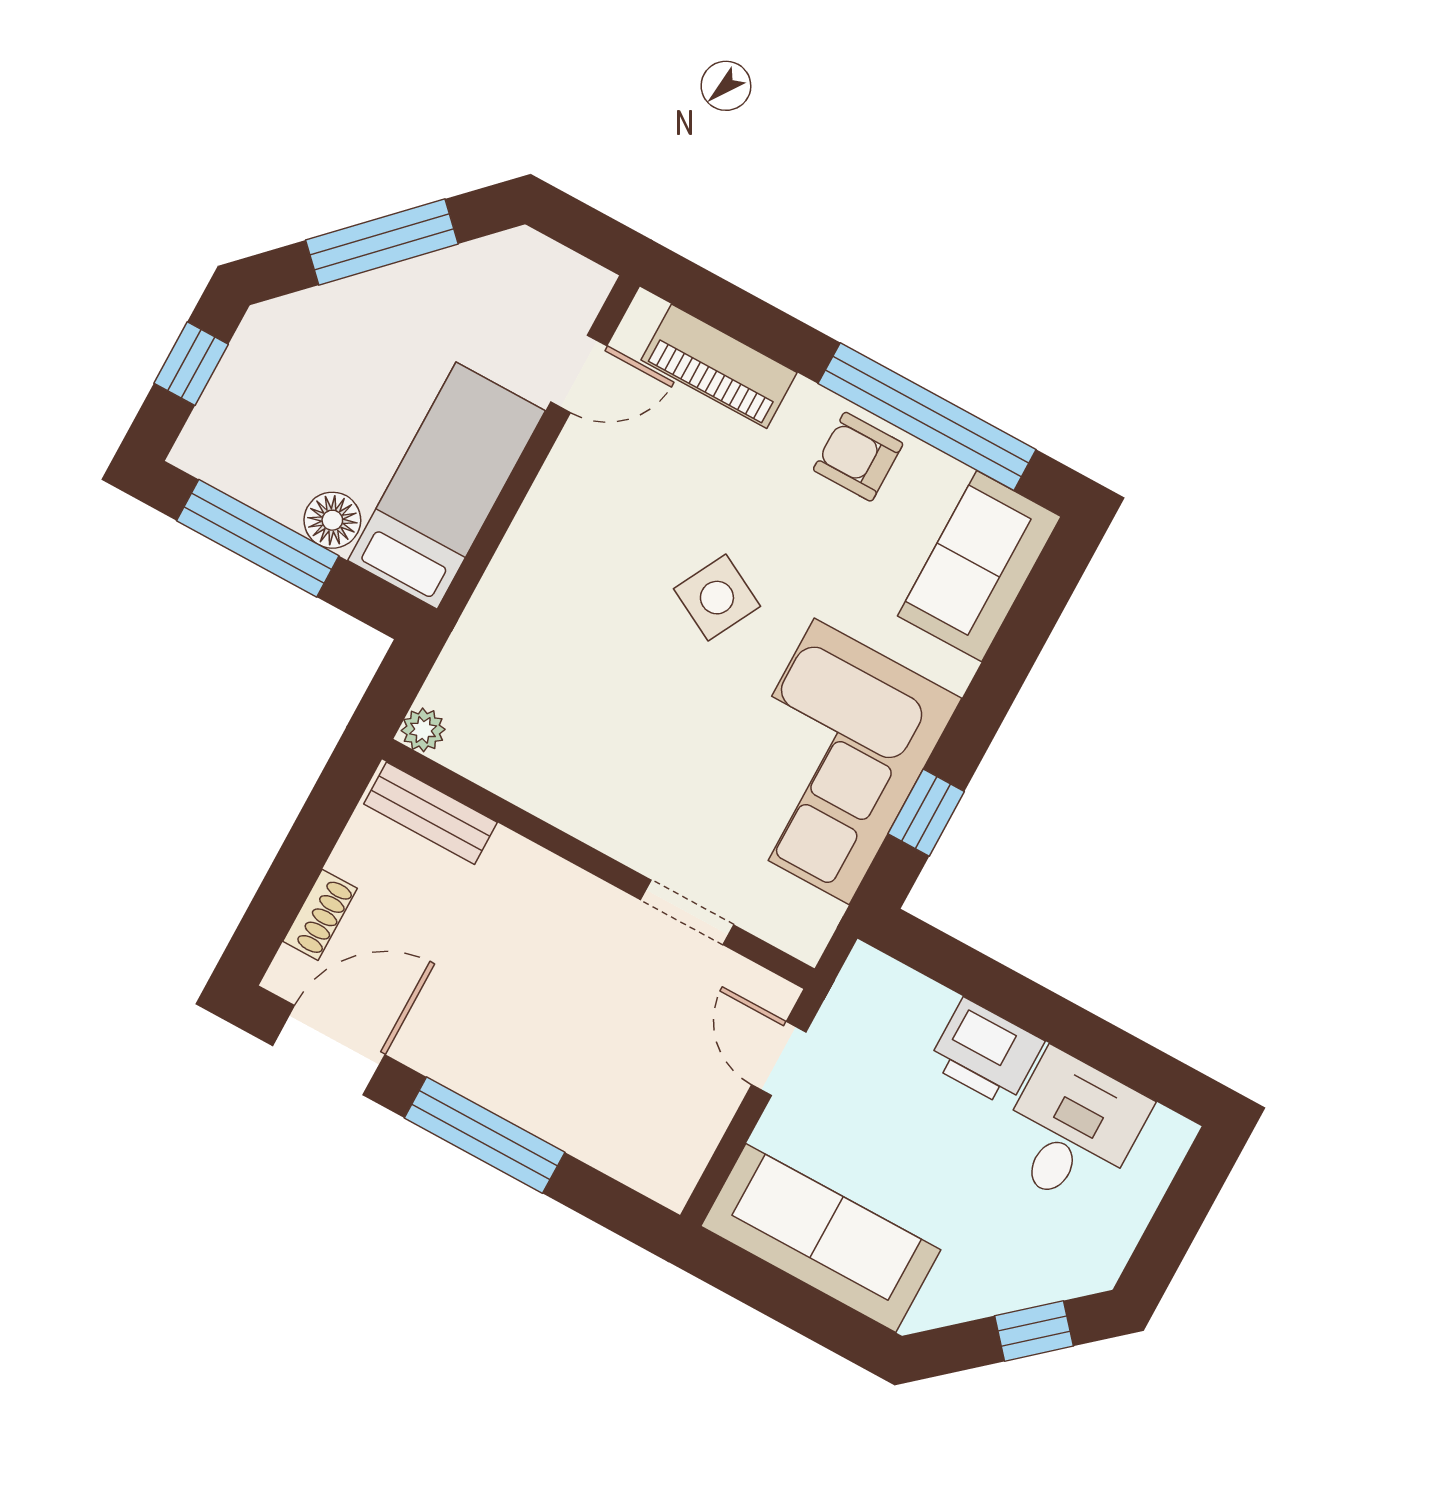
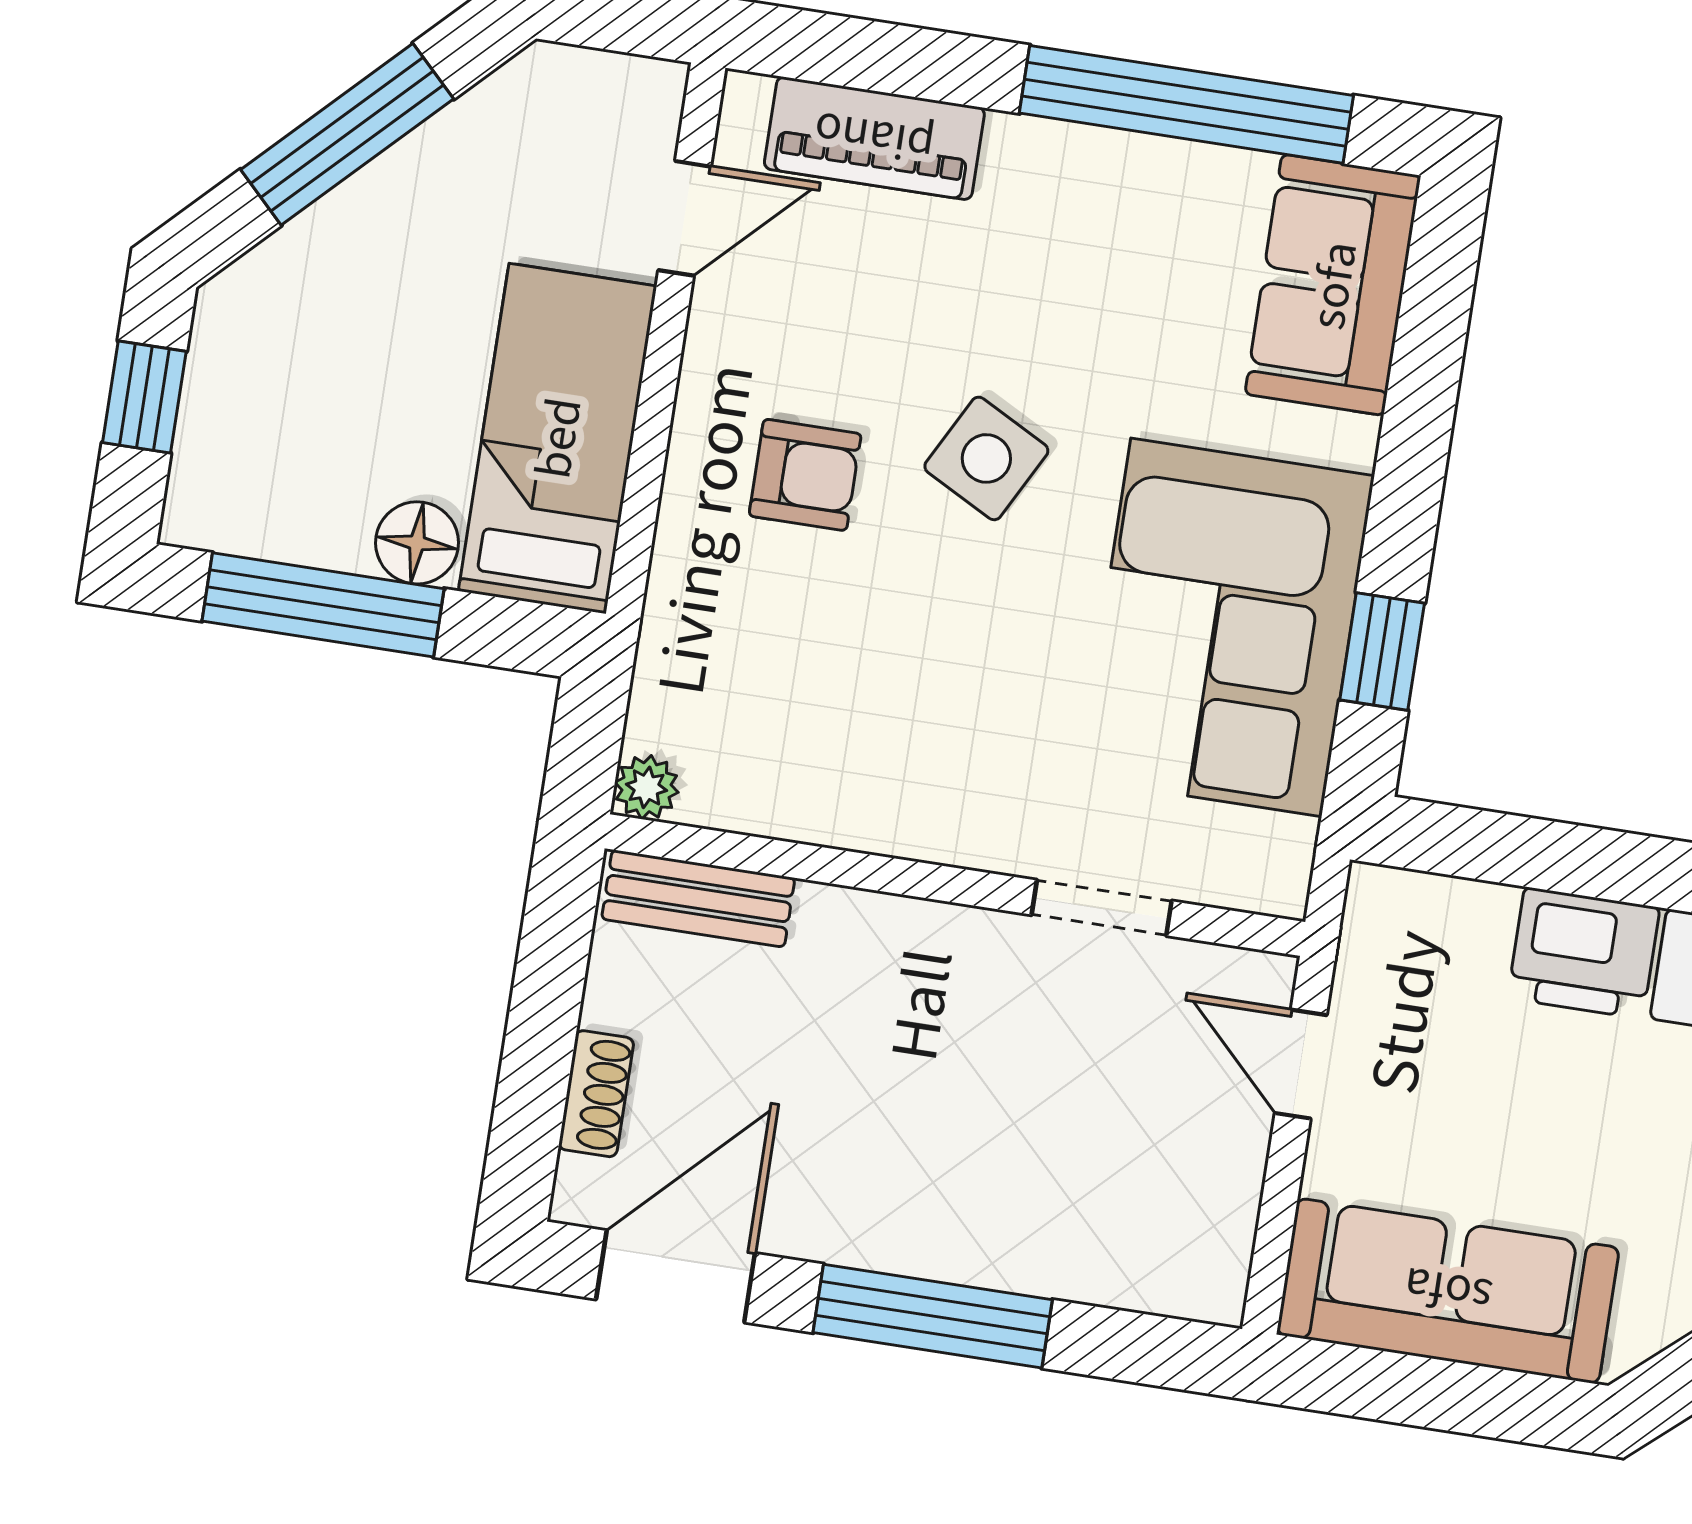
armchair: (858, 457) -> (805, 475), moved, turned 180

